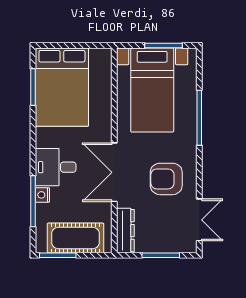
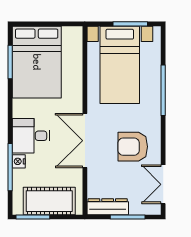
double door: (199, 220) -> (163, 184), swing flipped
dresser: (125, 231) -> (108, 207), moved, turned -90

